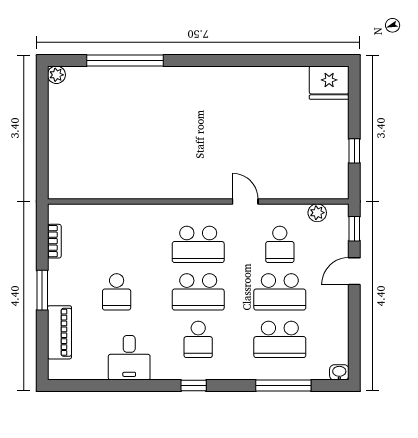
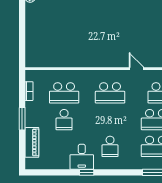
school desk: (198, 292) -> (64, 93), moved
desk: (129, 358) -> (82, 157), moved
window: (194, 386) -> (87, 172), moved

